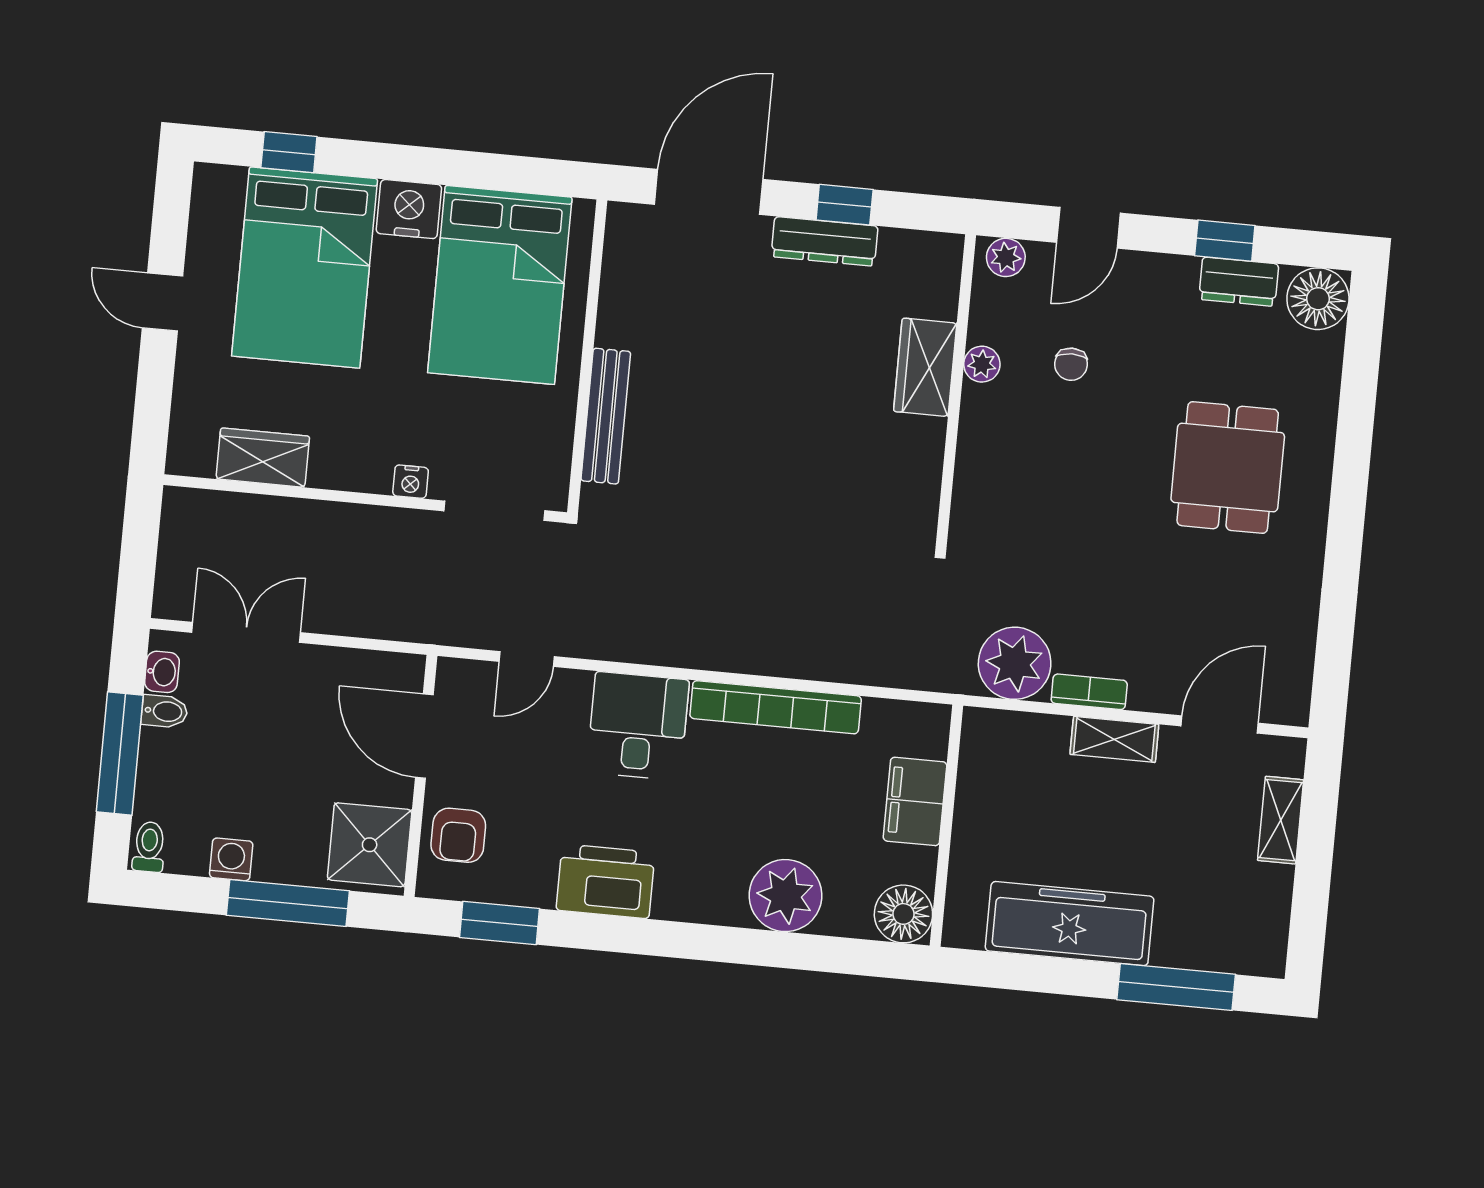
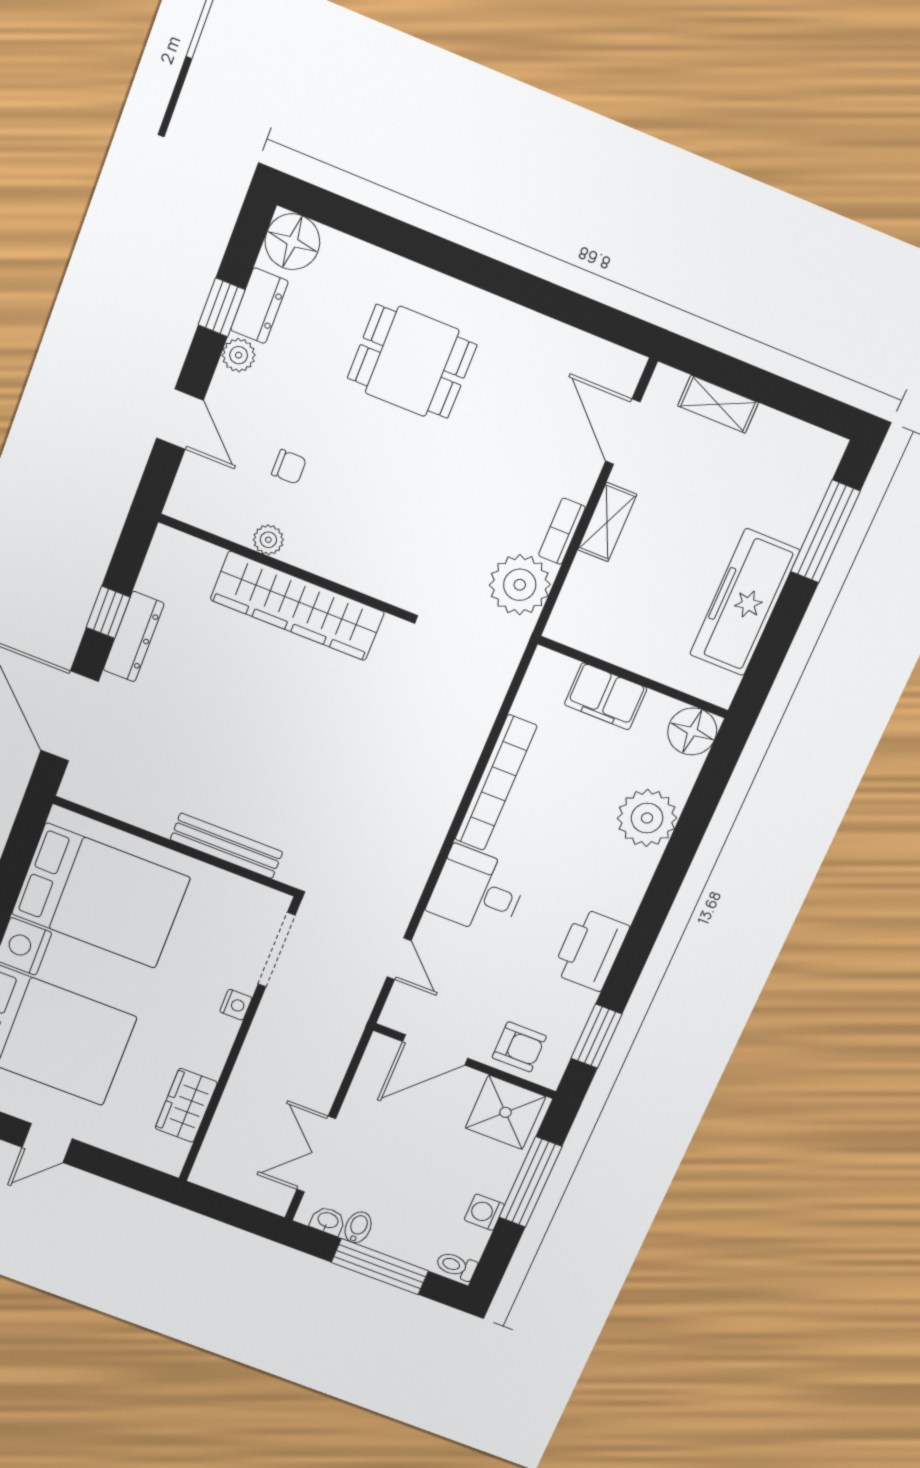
plant: (1006, 257) -> (239, 355), moved
wardrobe: (925, 367) -> (297, 606), width x2.10, depth x1.17

